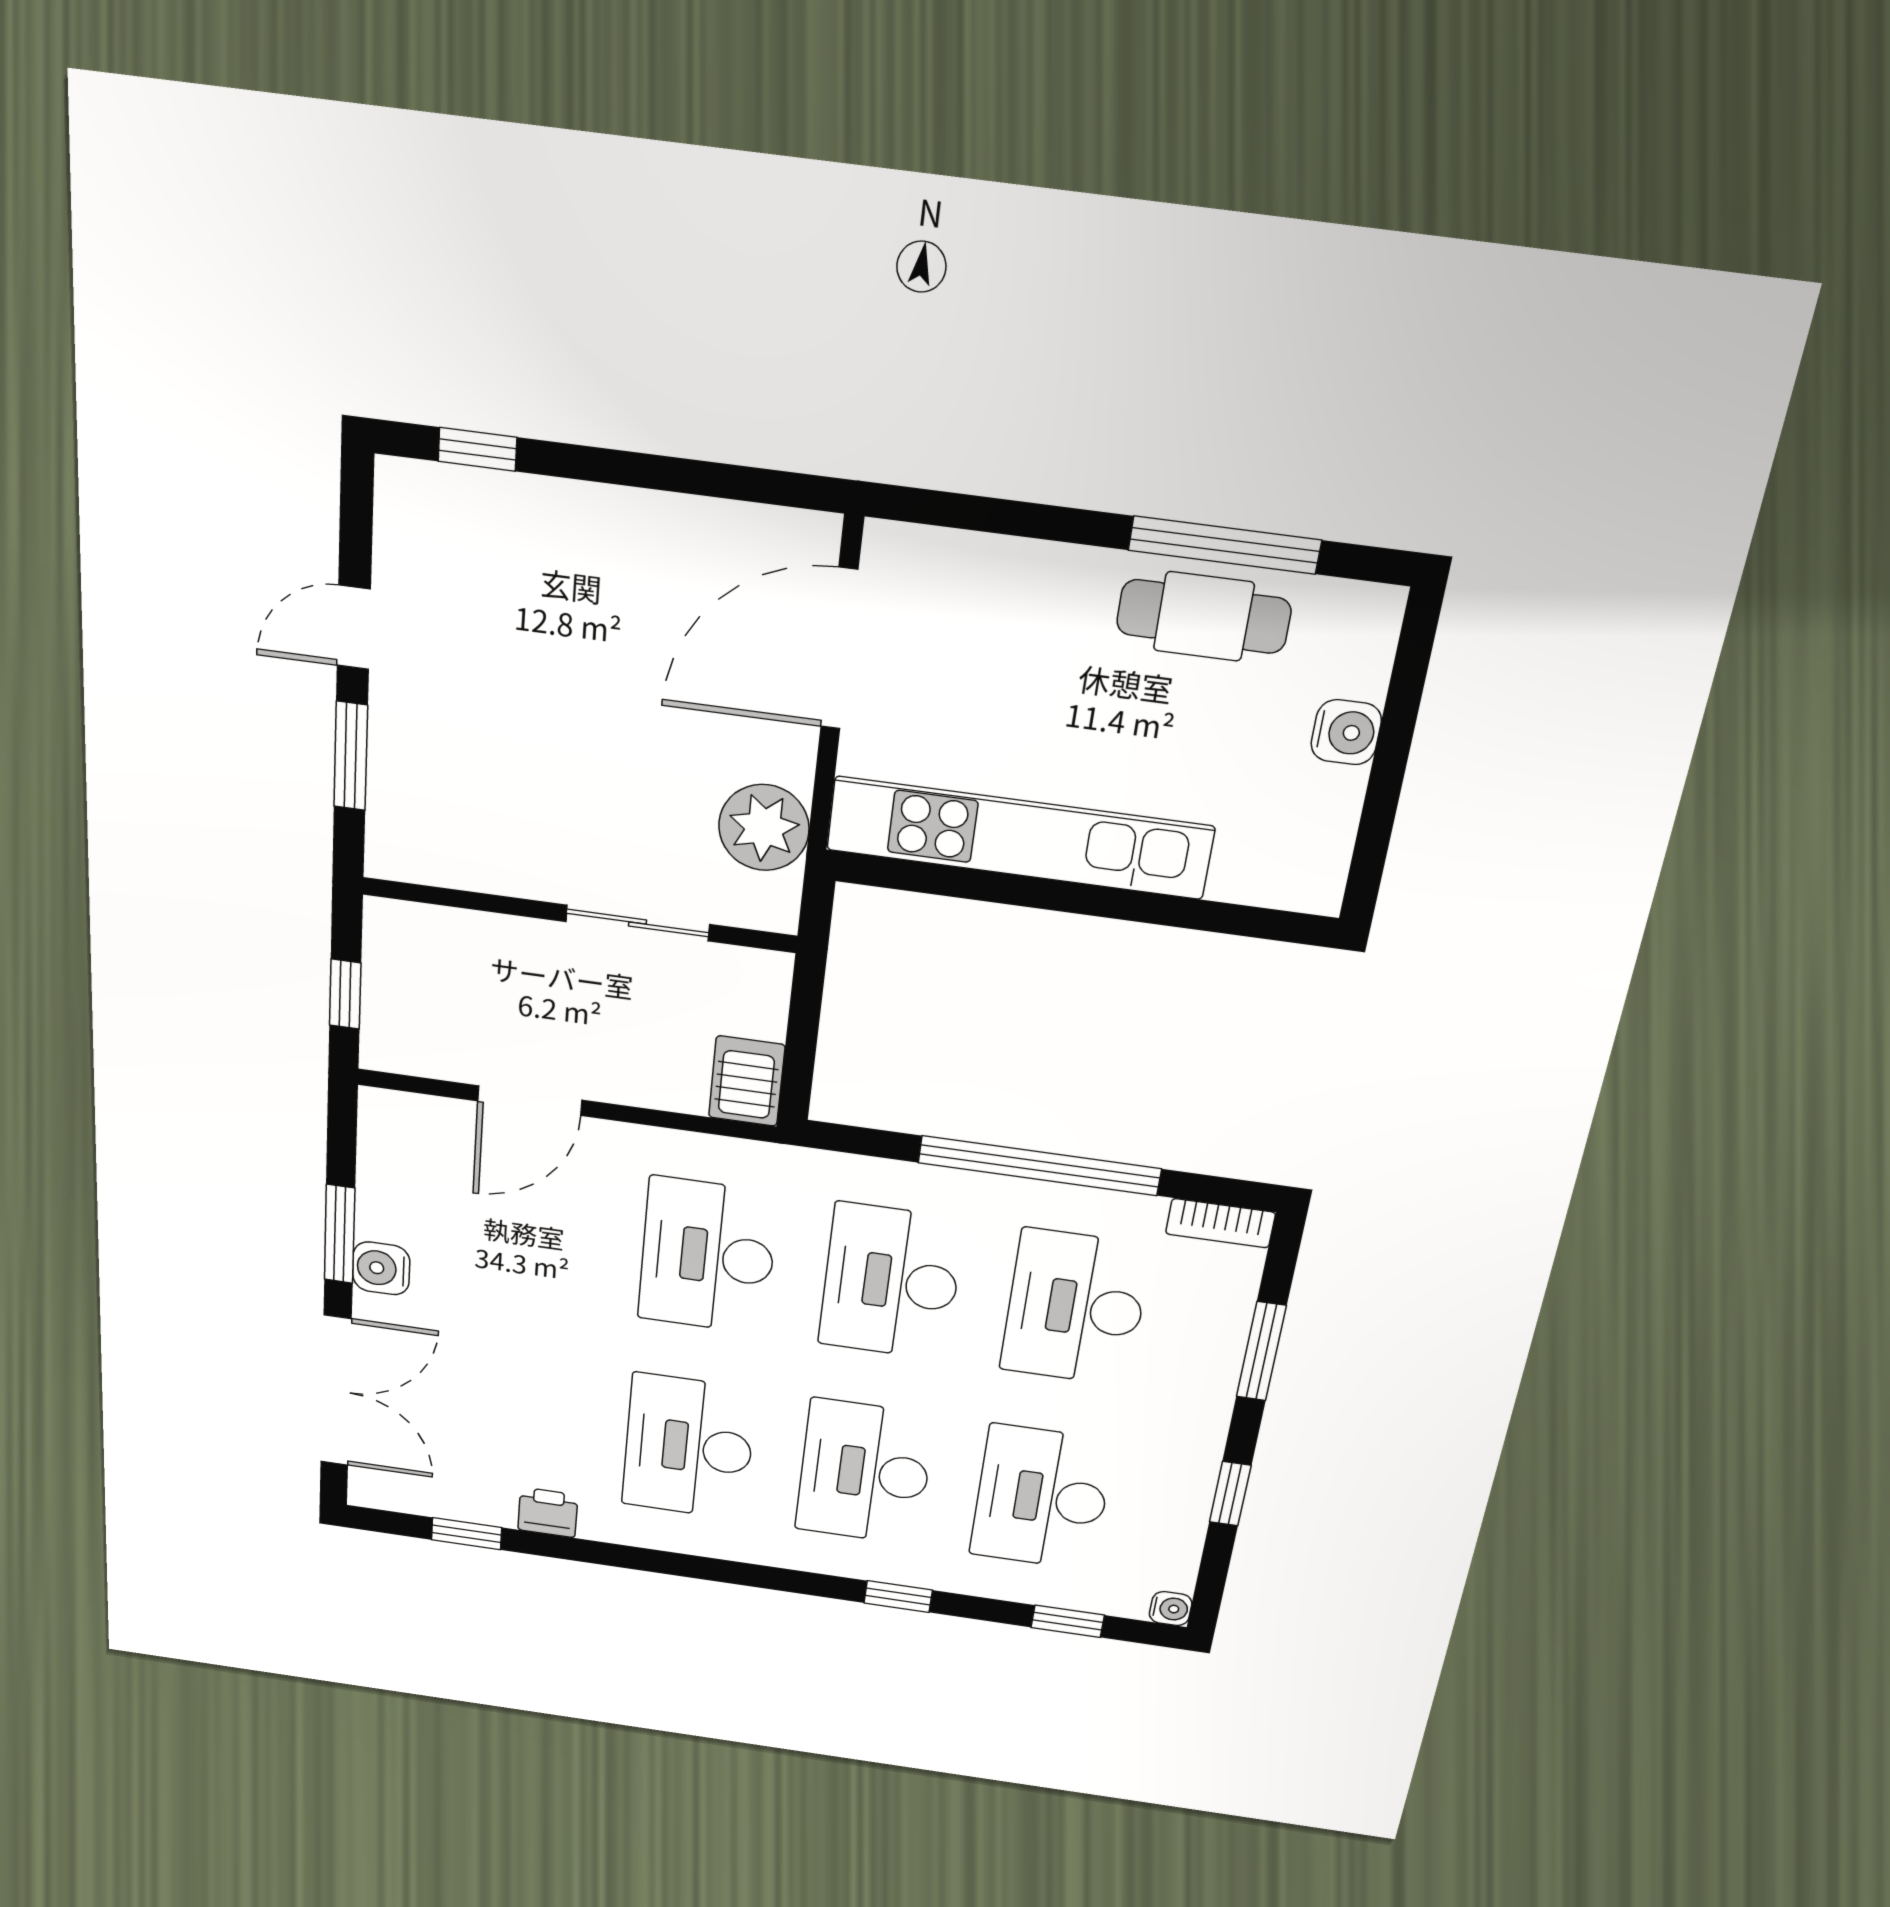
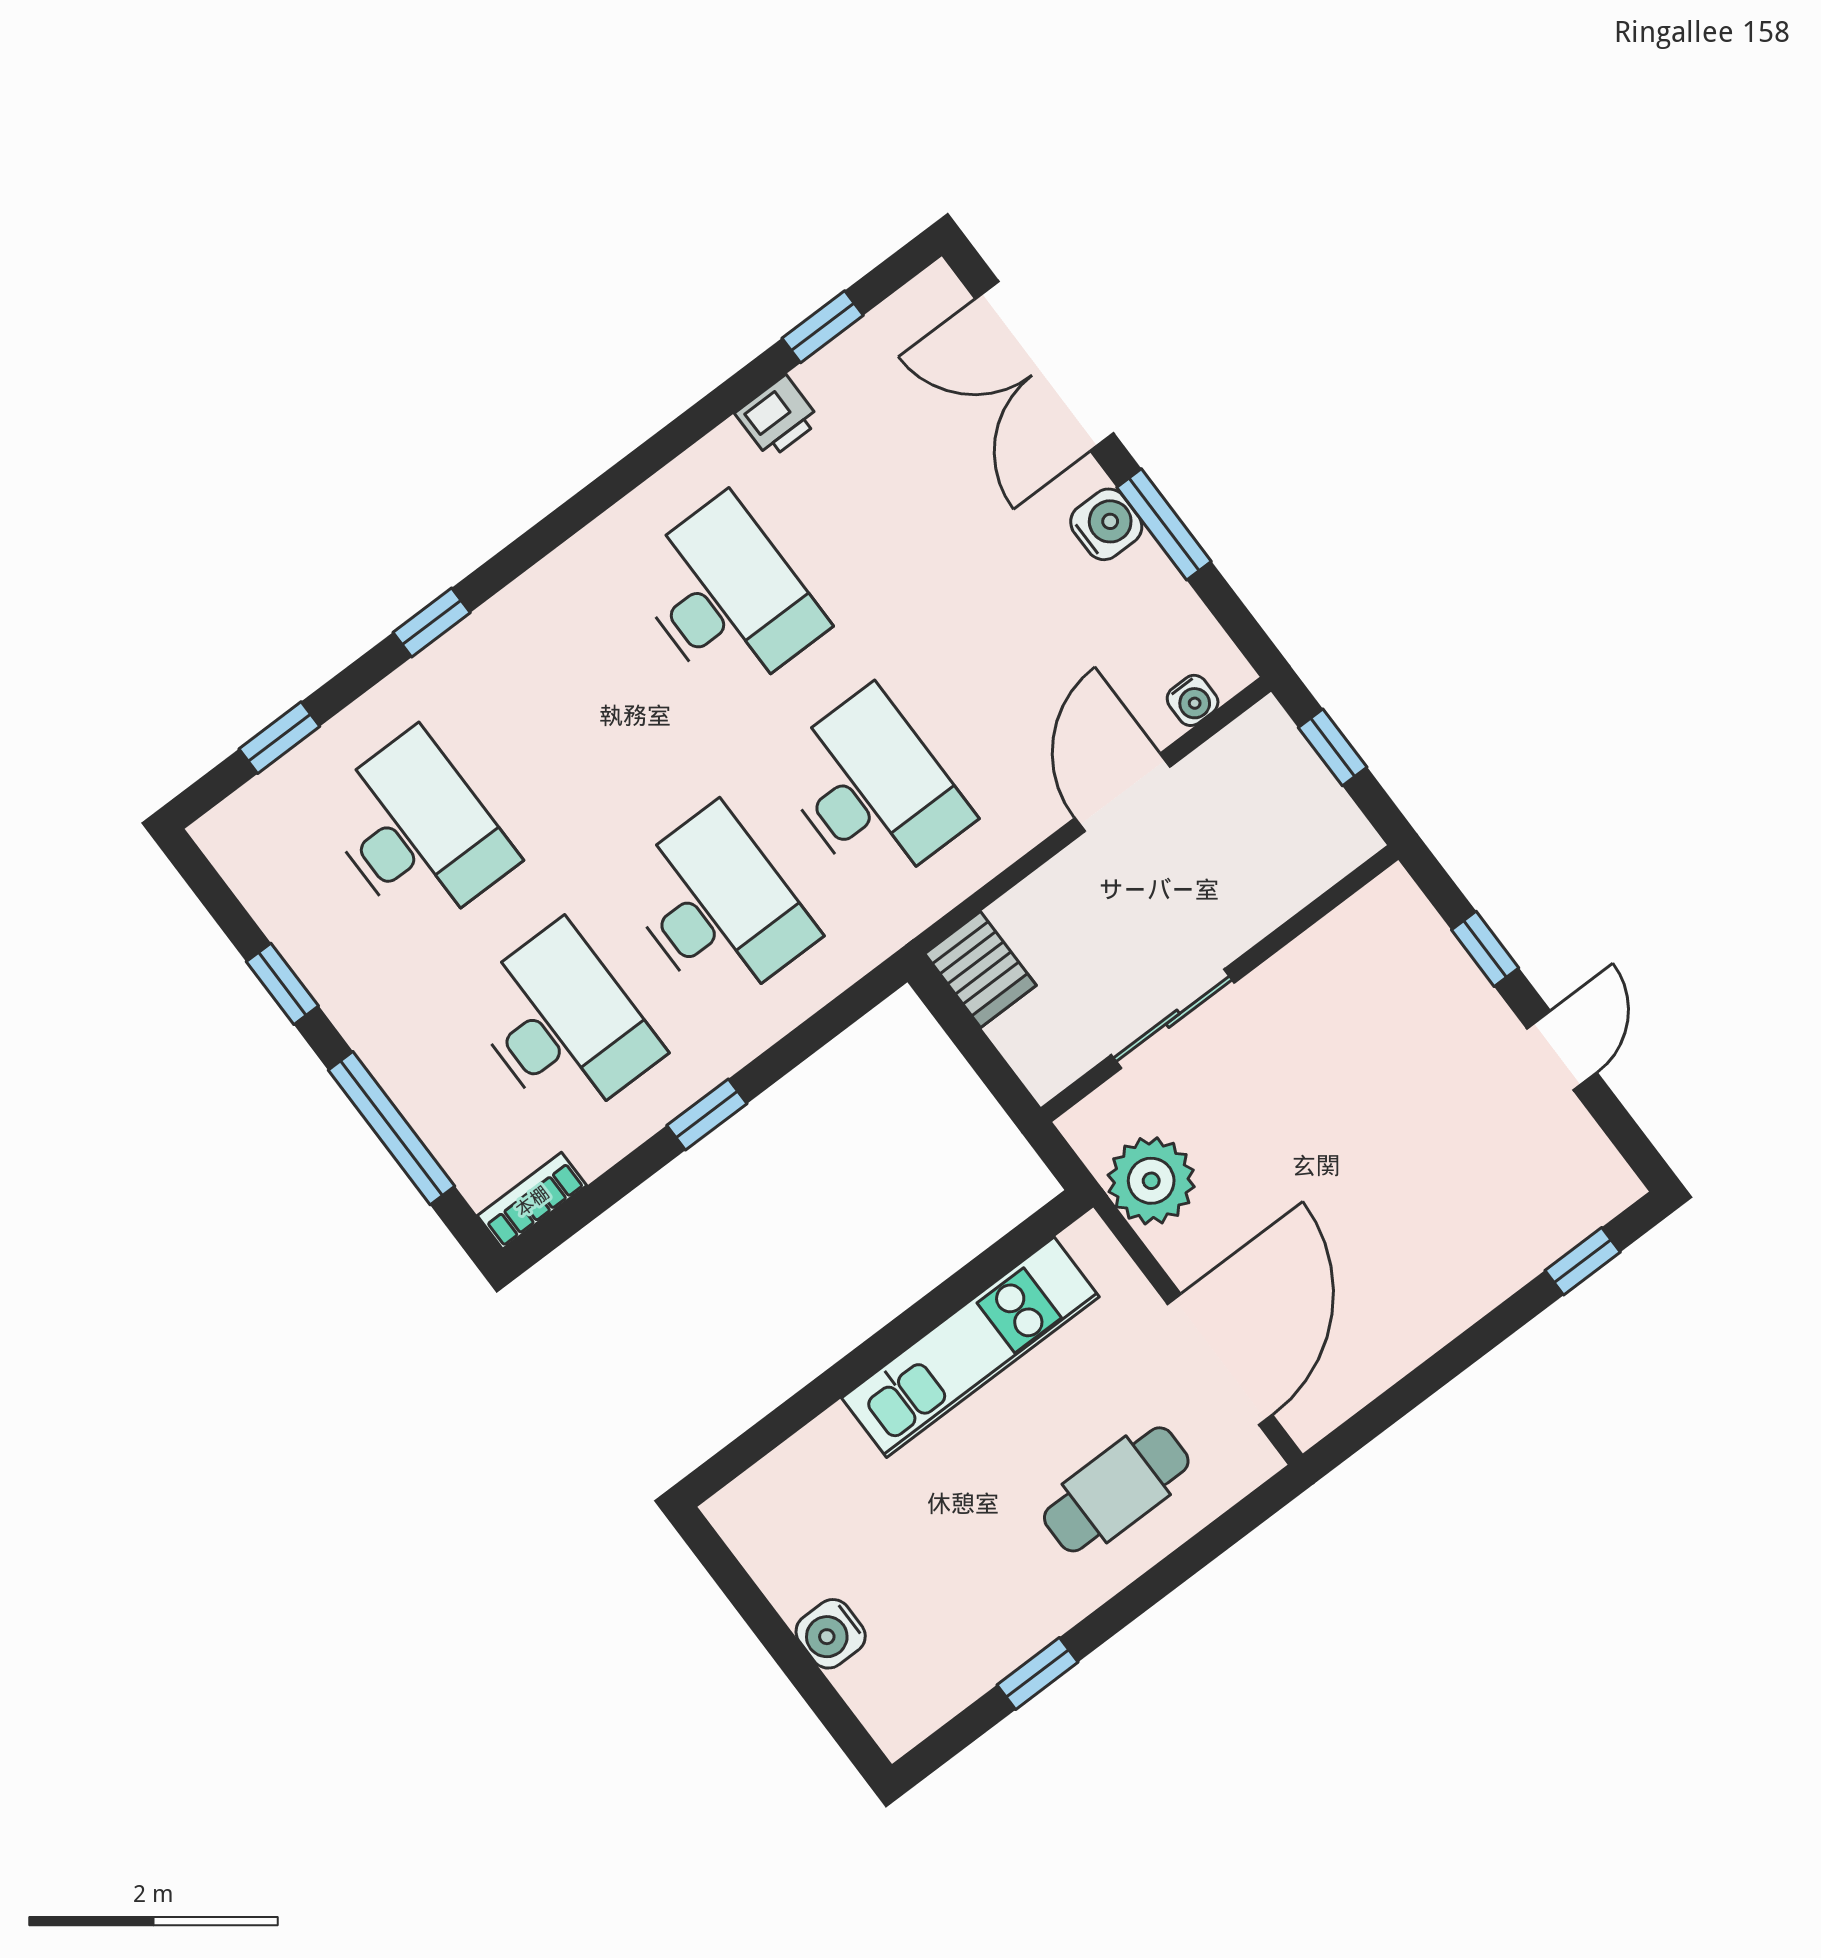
window: (1225, 545) -> (1037, 1673), width x0.46
cafe table: (1204, 616) -> (1116, 1489), moved
window: (351, 756) -> (1485, 949), width x0.67
kitchen unit: (1019, 838) -> (970, 1347), width x0.73
window: (1039, 1166) -> (707, 1114), width x0.32
window: (1261, 1351) -> (391, 1128), width x1.44
desk: (865, 1472) -> (572, 715), removed
water cooler: (1171, 1609) -> (1193, 700), moved, turned -90

